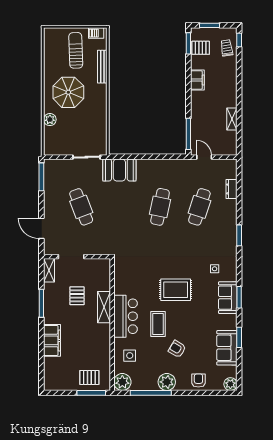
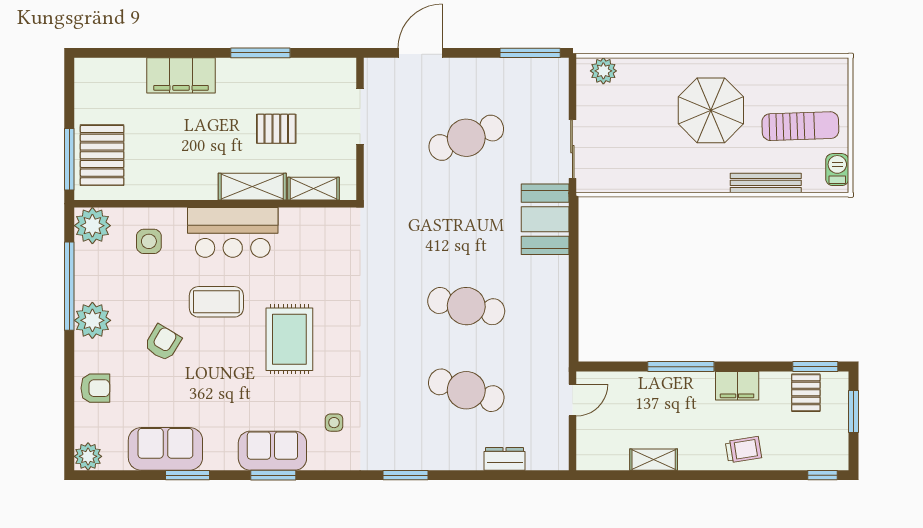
trolley: (227, 48) -> (744, 450), moved
plant: (50, 120) -> (603, 71), moved
window: (188, 134) -> (681, 367), moved
shelving: (49, 270) -> (313, 189), moved
pallet: (89, 377) -> (102, 155), width x1.50, depth x1.42

